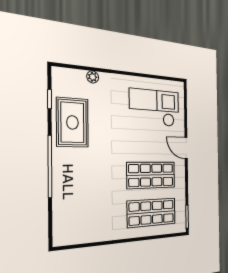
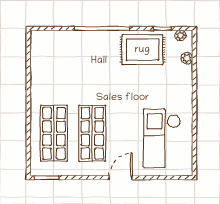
plant: (93, 77) -> (187, 58), moved
plant: (57, 80) -> (180, 36), added
checkout: (155, 108) -> (162, 138), turned 180

